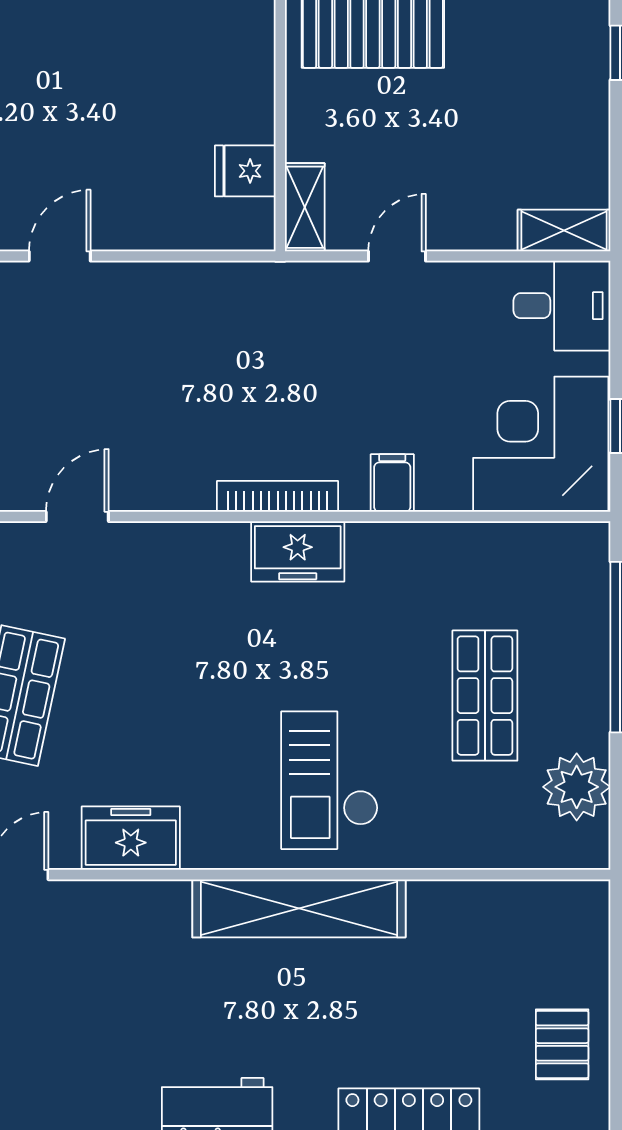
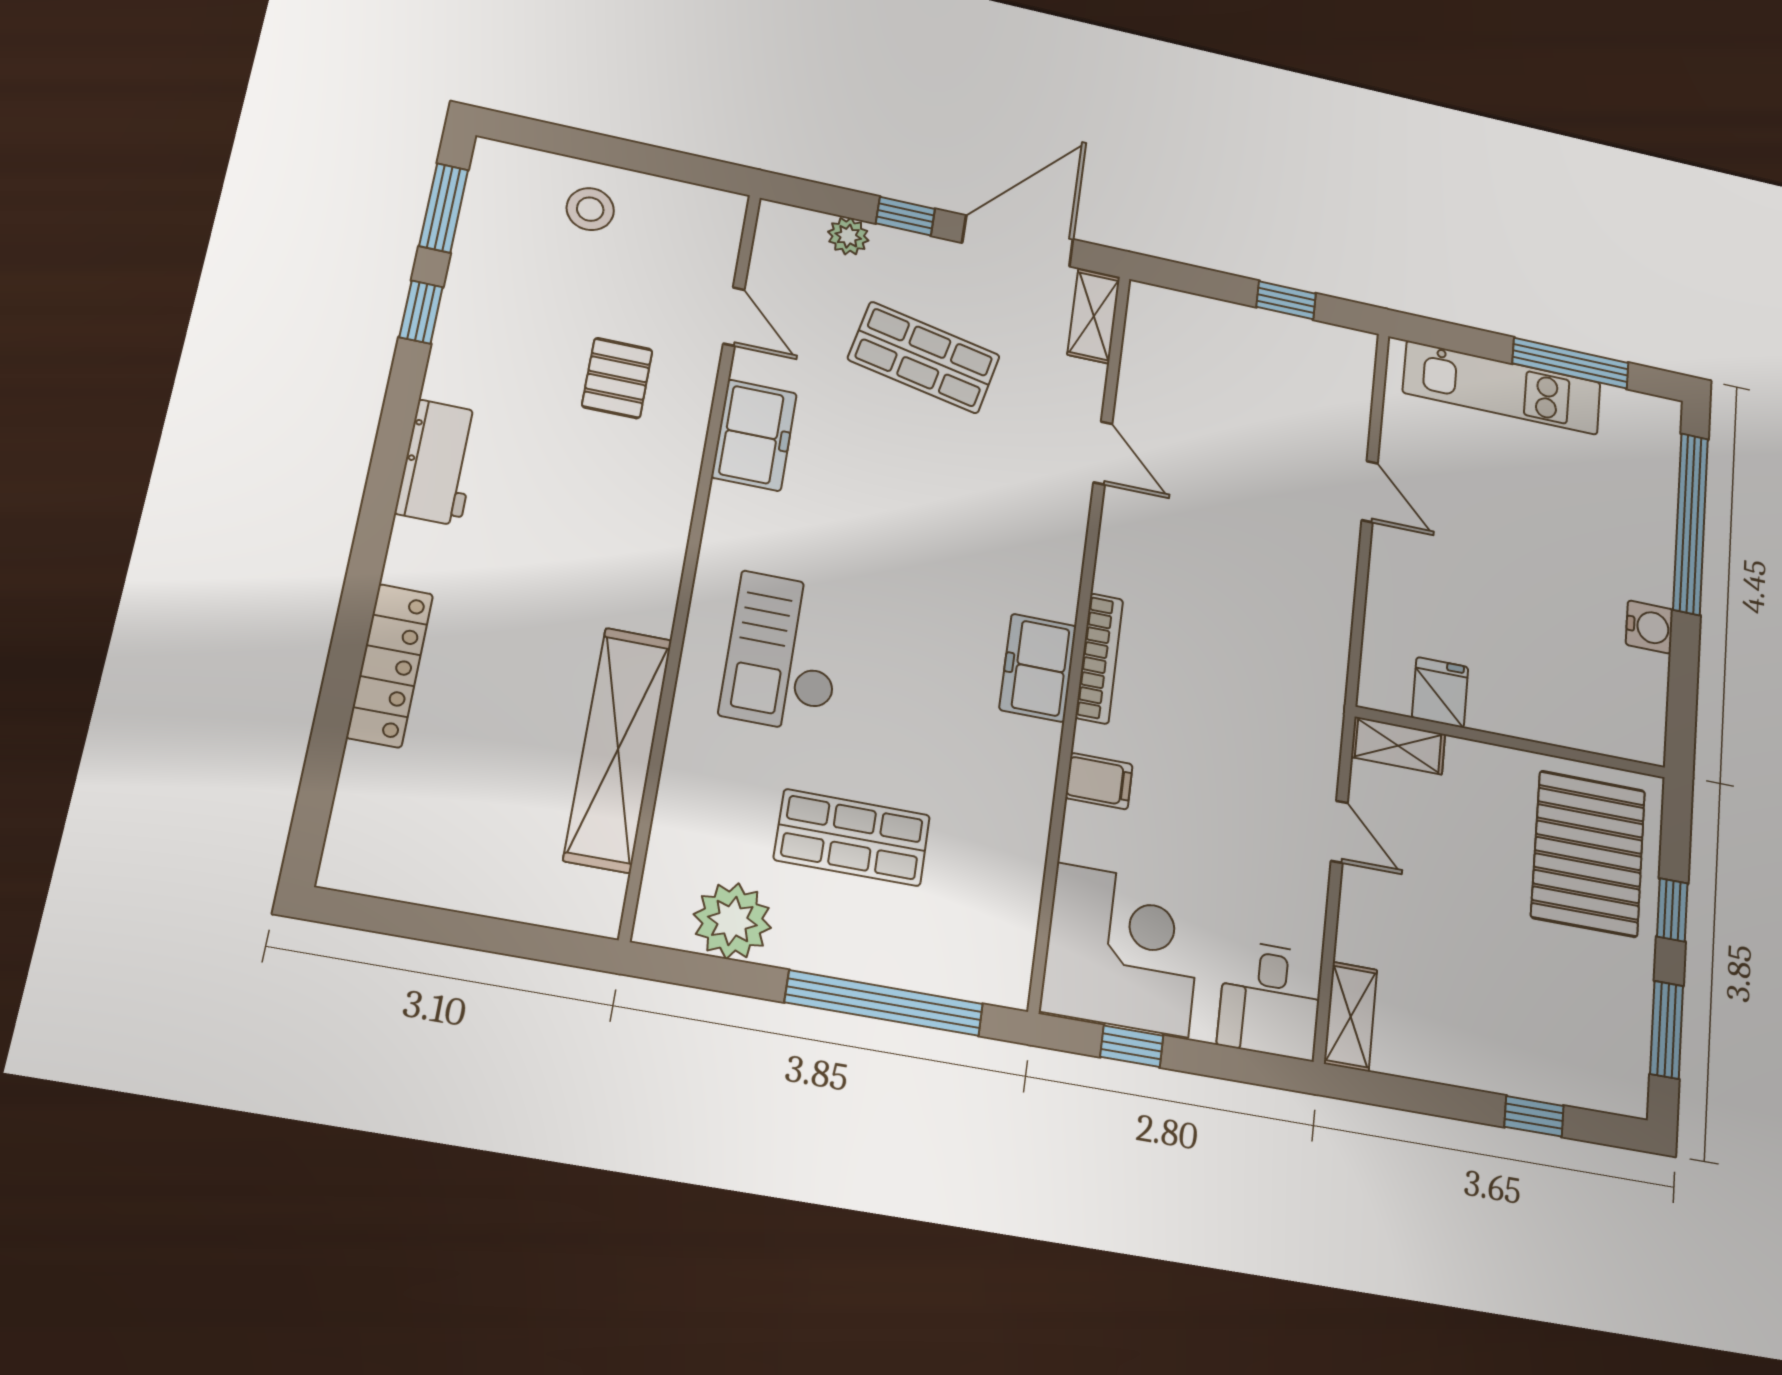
checkout: (330, 780) -> (784, 653), turned -90
shelving: (299, 908) -> (618, 749), moved
pallet: (562, 1044) -> (617, 378), moved, turned 90

